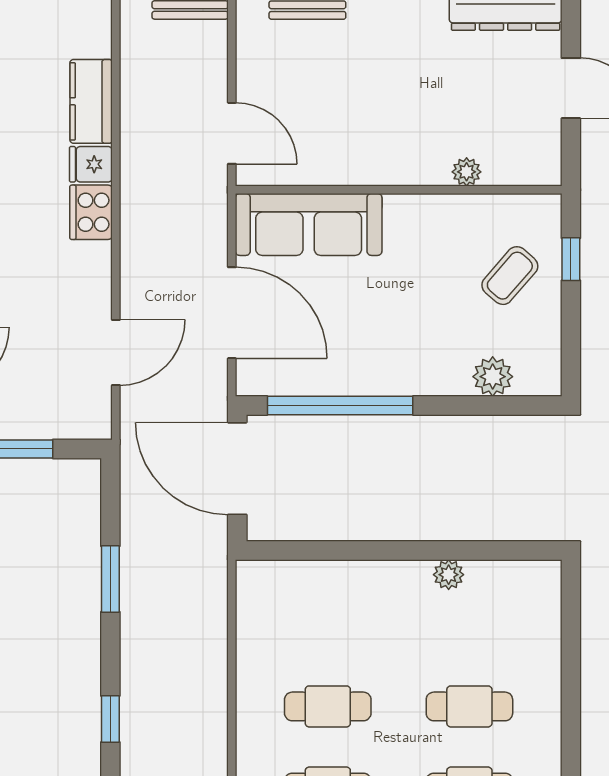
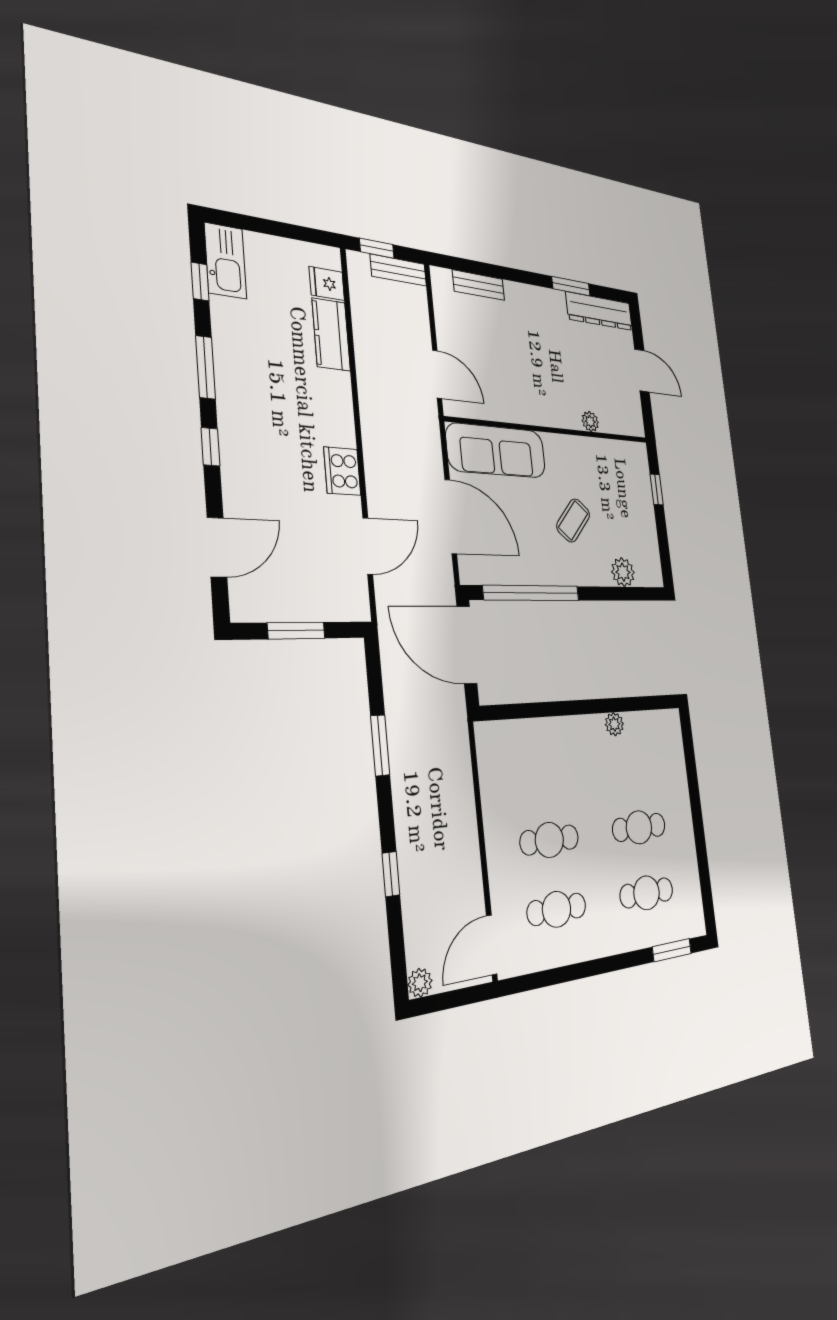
fridge: (91, 164) -> (327, 283), moved
cooker: (91, 212) -> (342, 471), moved
coffee table: (510, 276) -> (573, 520), moved

